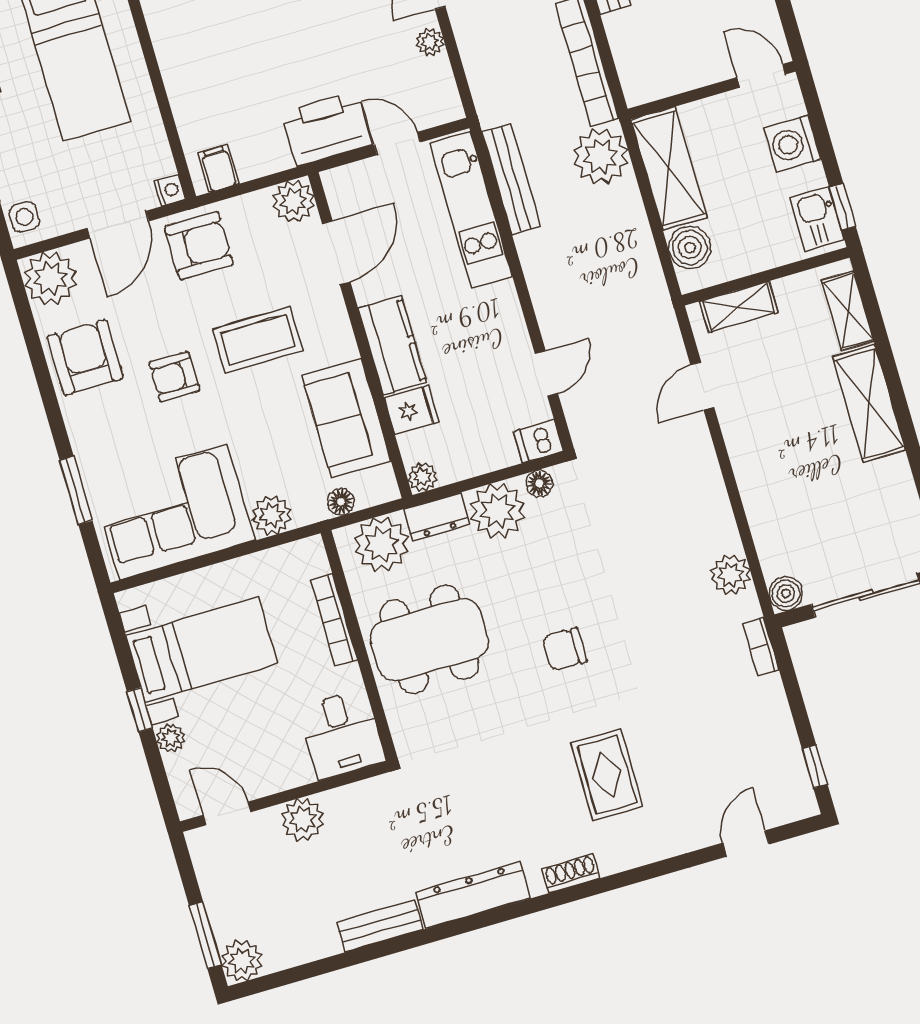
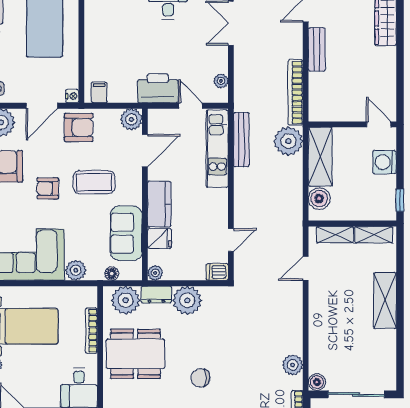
plant: (430, 42) -> (221, 81), moved
kitchen sink: (817, 219) -> (386, 203), removed
shelving: (848, 311) -> (374, 235), moved, turned 90
floor lamp: (539, 483) -> (212, 293), removed

